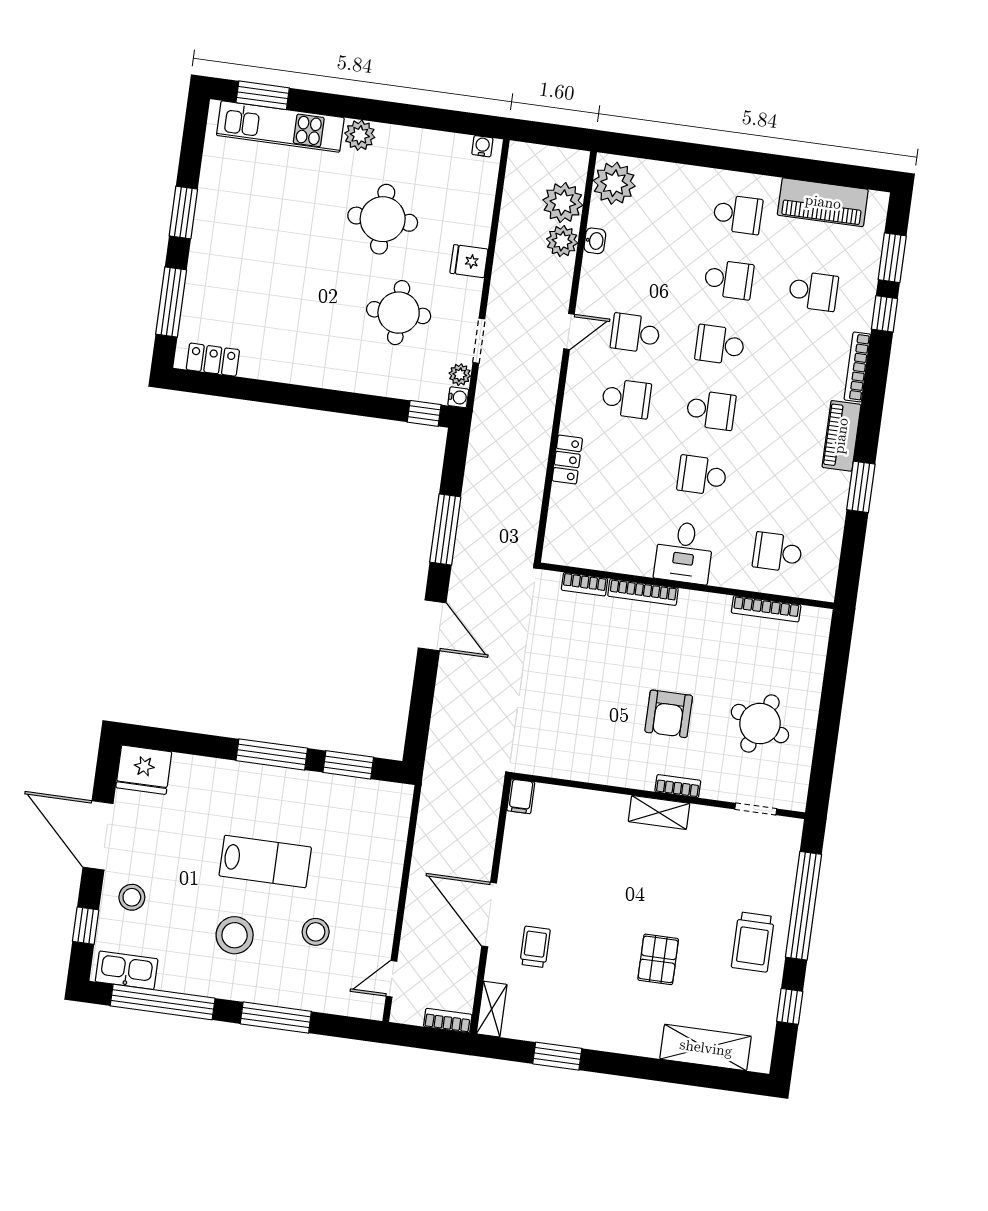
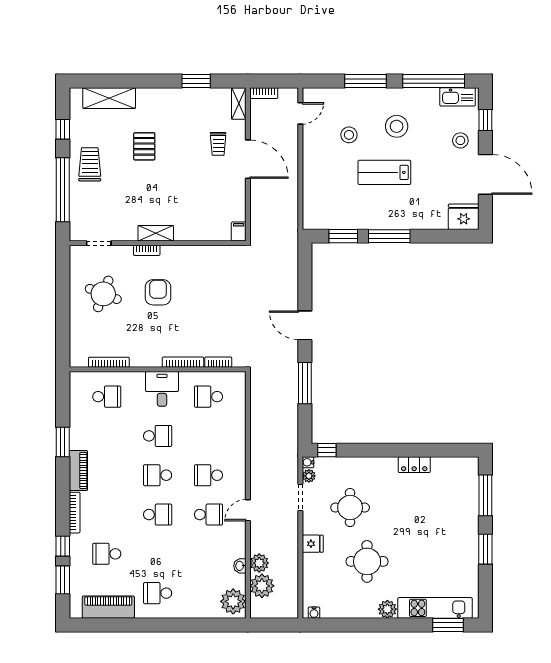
school desk: (729, 280) -> (208, 397), moved
locker: (213, 360) -> (414, 465), moved
locker: (567, 460) -> (238, 434), removed

